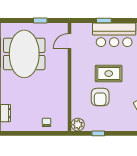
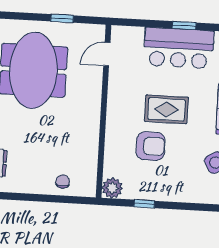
window: (104, 20) -> (184, 26), moved
armchair: (100, 97) -> (151, 146), turned -90

